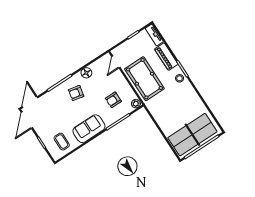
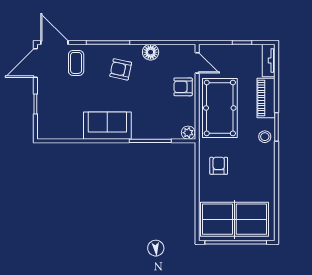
door: (116, 62) -> (197, 63), swing flipped
armchair: (113, 100) -> (183, 87), moved
door: (30, 102) -> (54, 43), hinge flipped
armchair: (165, 111) -> (219, 166), added
coffee table: (62, 142) -> (76, 63), moved

